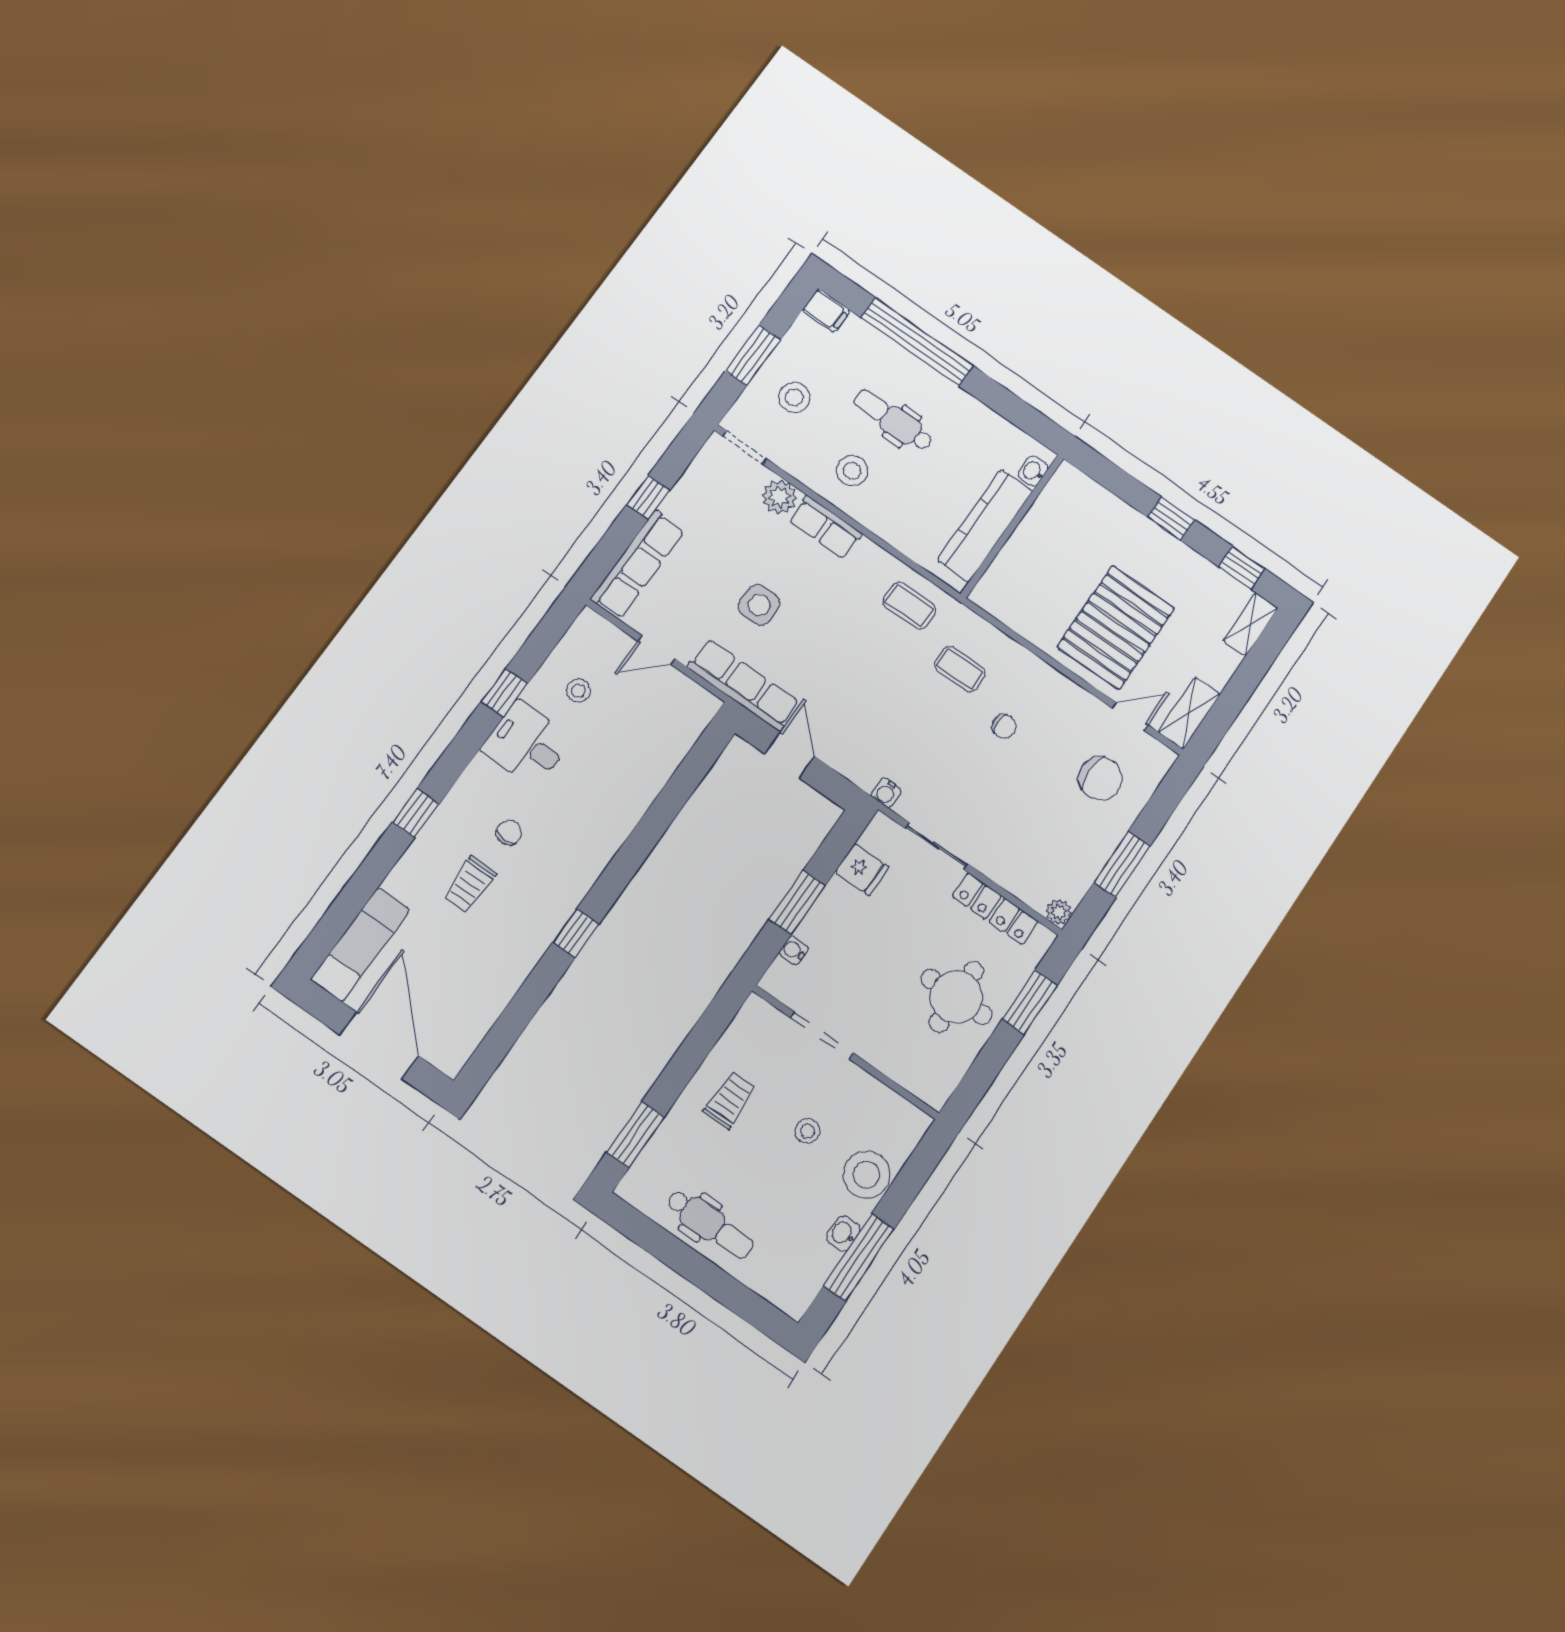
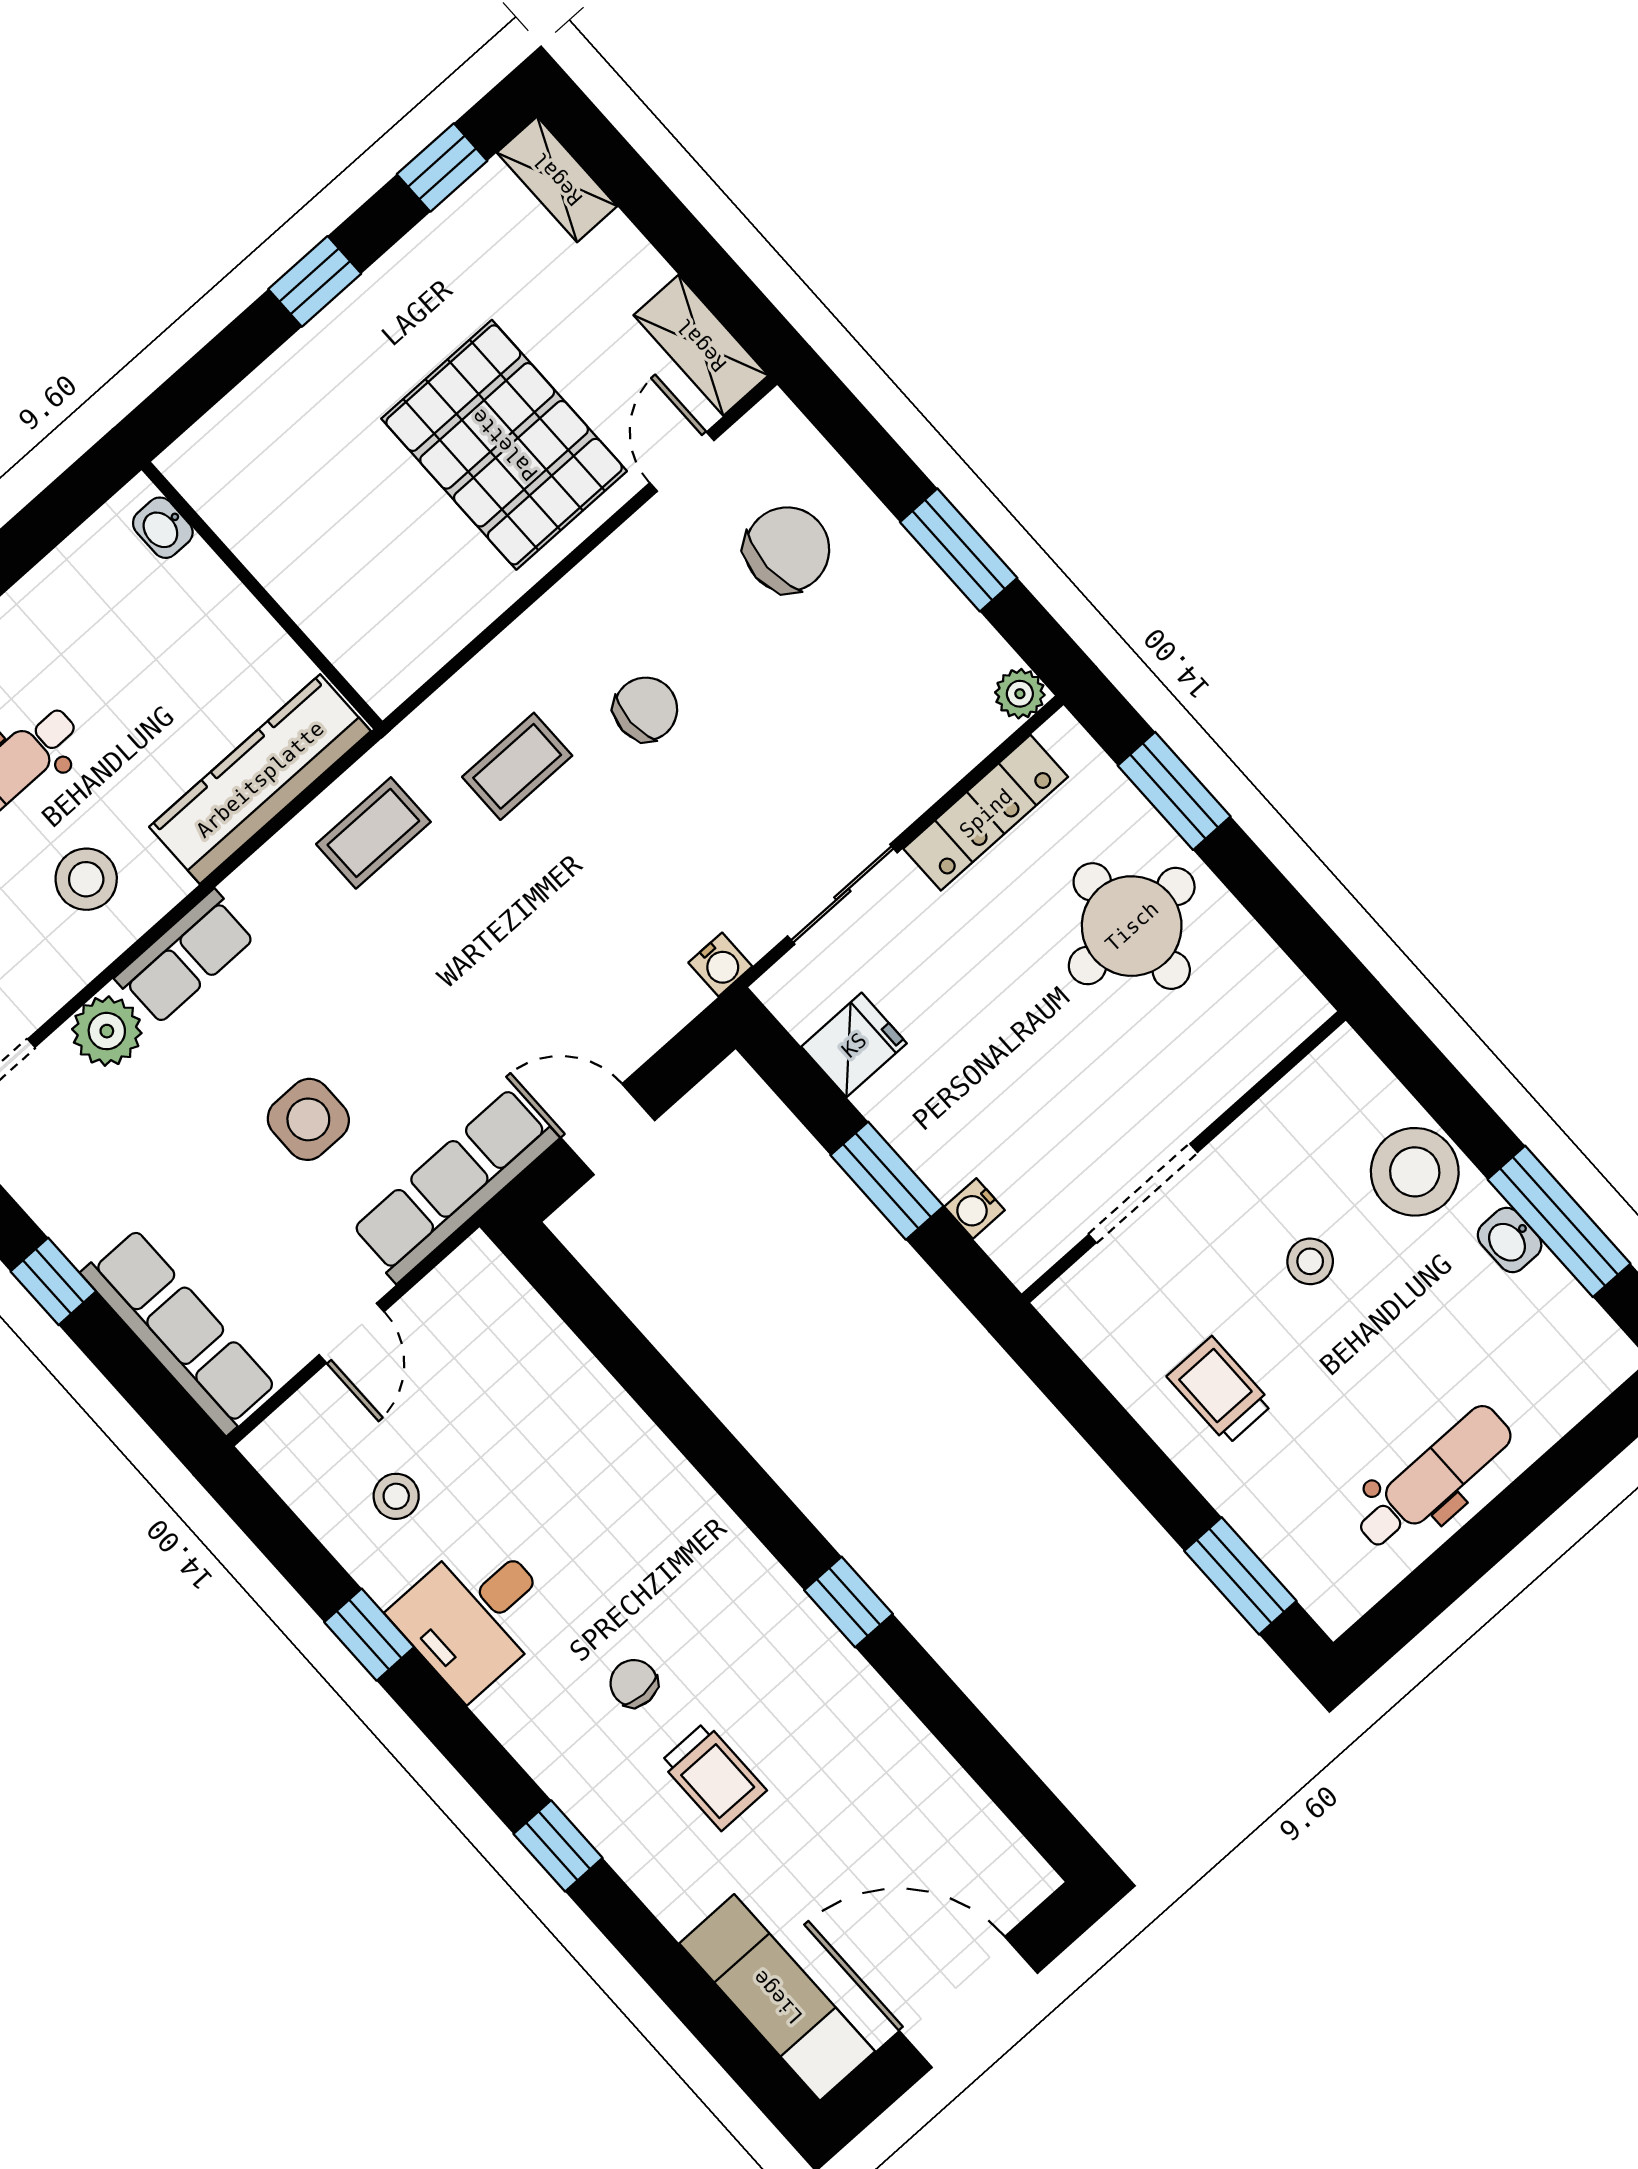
kitchen counter: (985, 526) -> (260, 779), moved, turned 90
chair: (1004, 726) -> (646, 709), width x1.37, depth x1.37

